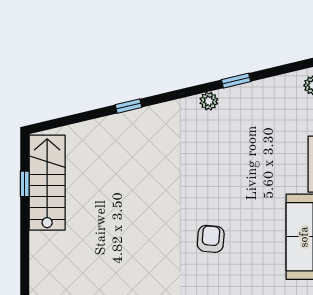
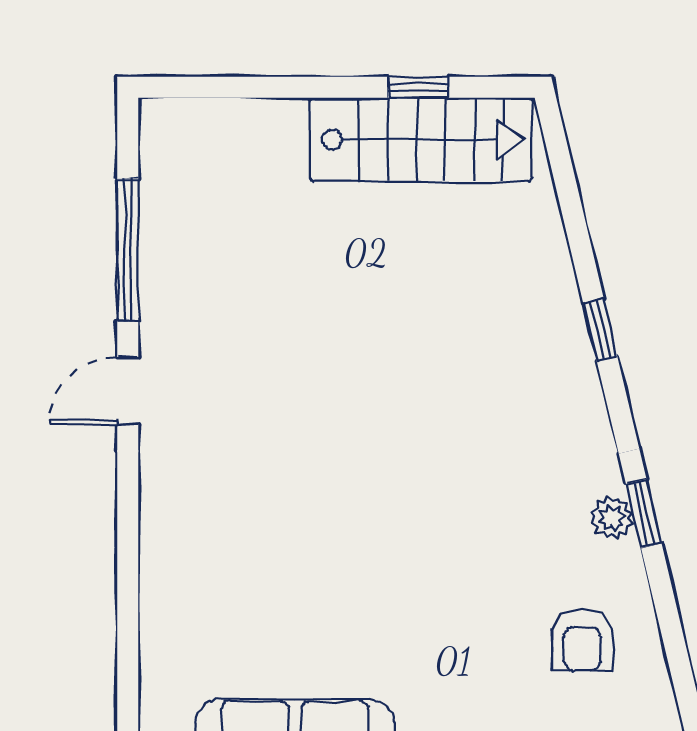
window: (236, 81) -> (644, 514), moved
armchair: (211, 239) -> (582, 641), moved, turned 85

